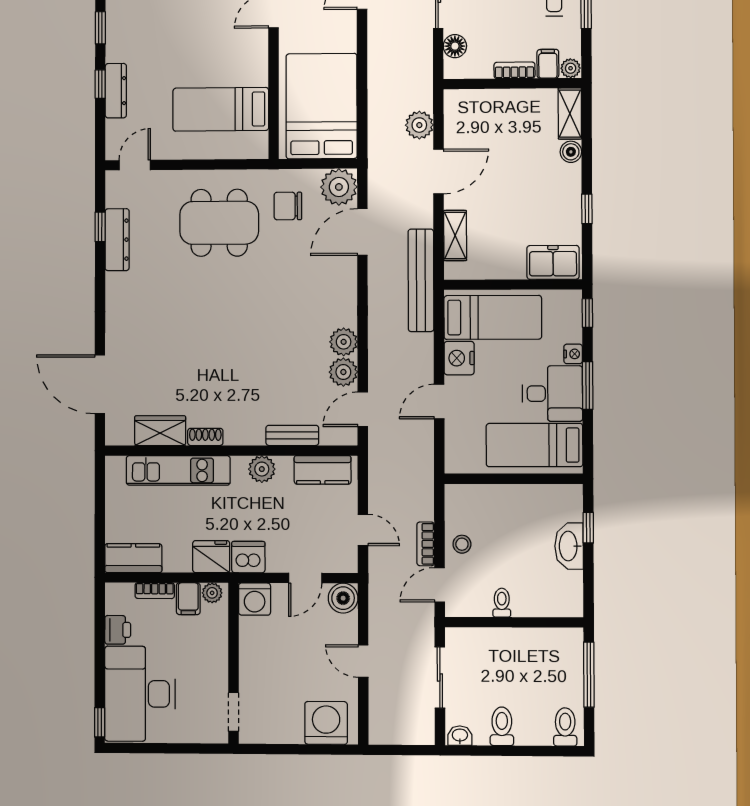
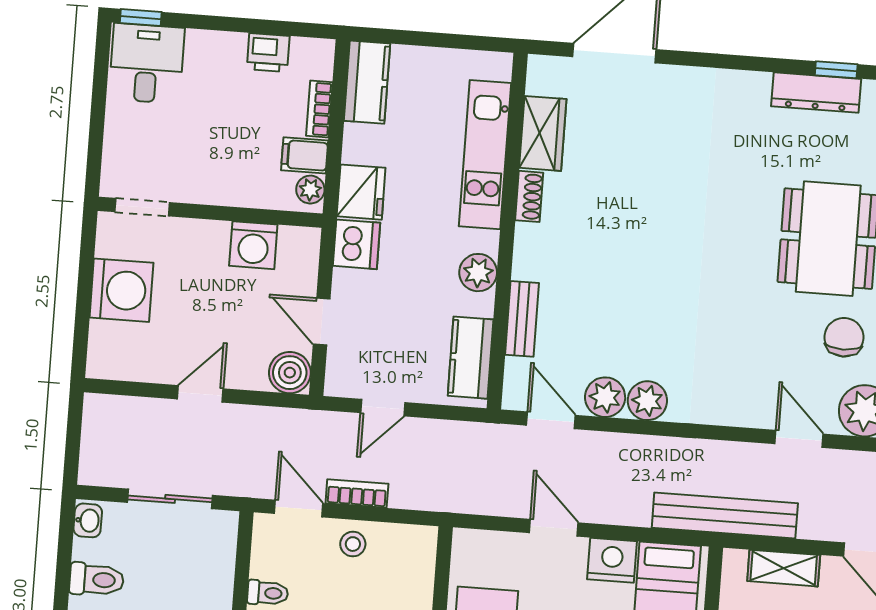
door: (362, 232) -> (799, 439), width x0.73
washing machine: (255, 599) -> (253, 245), moved, turned -90
desk: (140, 694) -> (147, 63), width x0.53, depth x0.77
washing machine: (326, 723) -> (121, 290), moved

